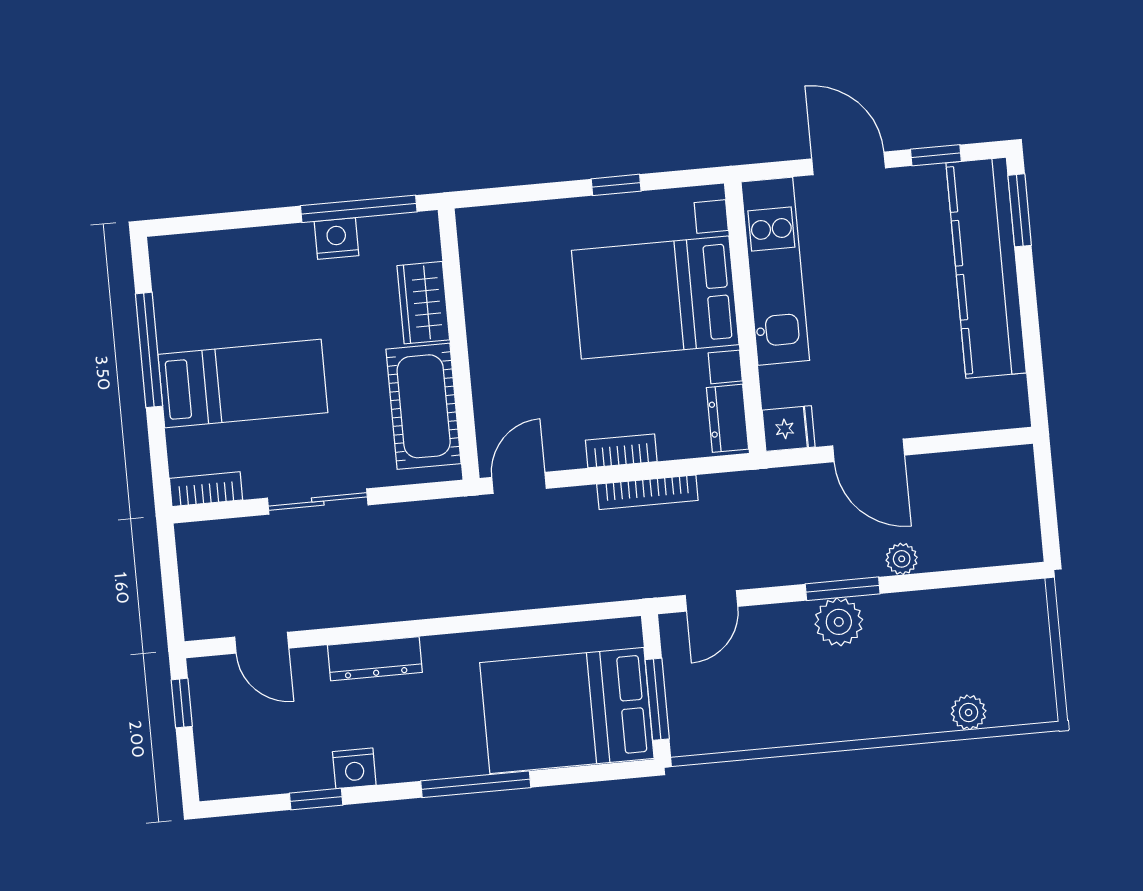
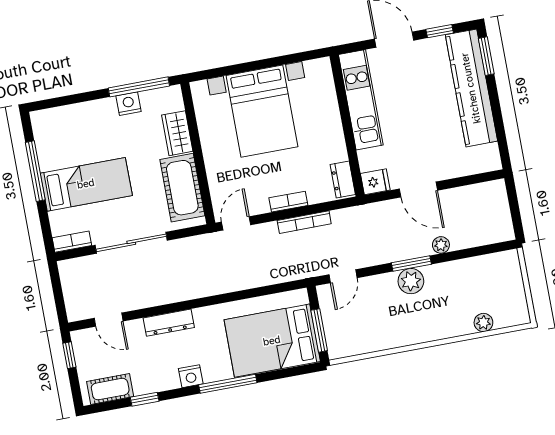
window: (616, 185) -> (273, 62), removed
bed with nightstands: (655, 298) -> (262, 111), moved, turned -90
sliding door: (318, 502) -> (131, 243), width x1.37
nightstand: (354, 768) -> (191, 376), moved
cot: (253, 774) -> (110, 389), added

